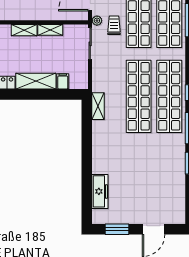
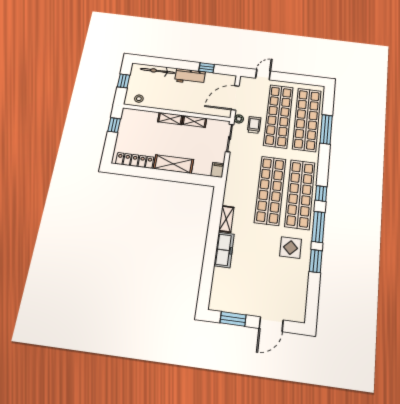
filing cabinet: (63, 81) -> (218, 170), moved
shelving: (98, 106) -> (226, 219), moved
display table: (165, 153) -> (291, 248), added
freezer: (100, 191) -> (224, 250), moved

